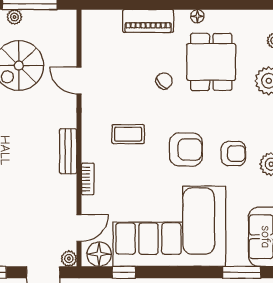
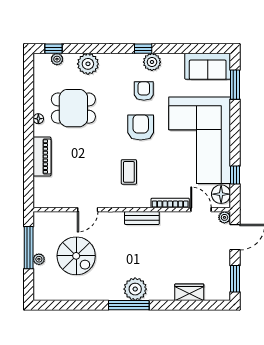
chair: (164, 81) -> (88, 144), removed
bookcase: (88, 179) -> (170, 203), width x1.56

